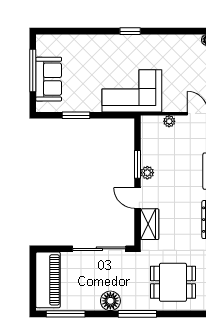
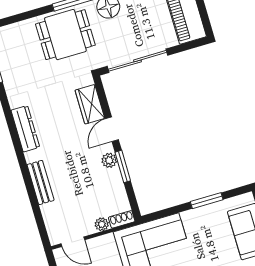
shoe rack: (151, 120) -> (122, 219), added
door: (138, 198) -> (112, 129), swing flipped
dining table: (173, 282) -> (65, 35), moved

